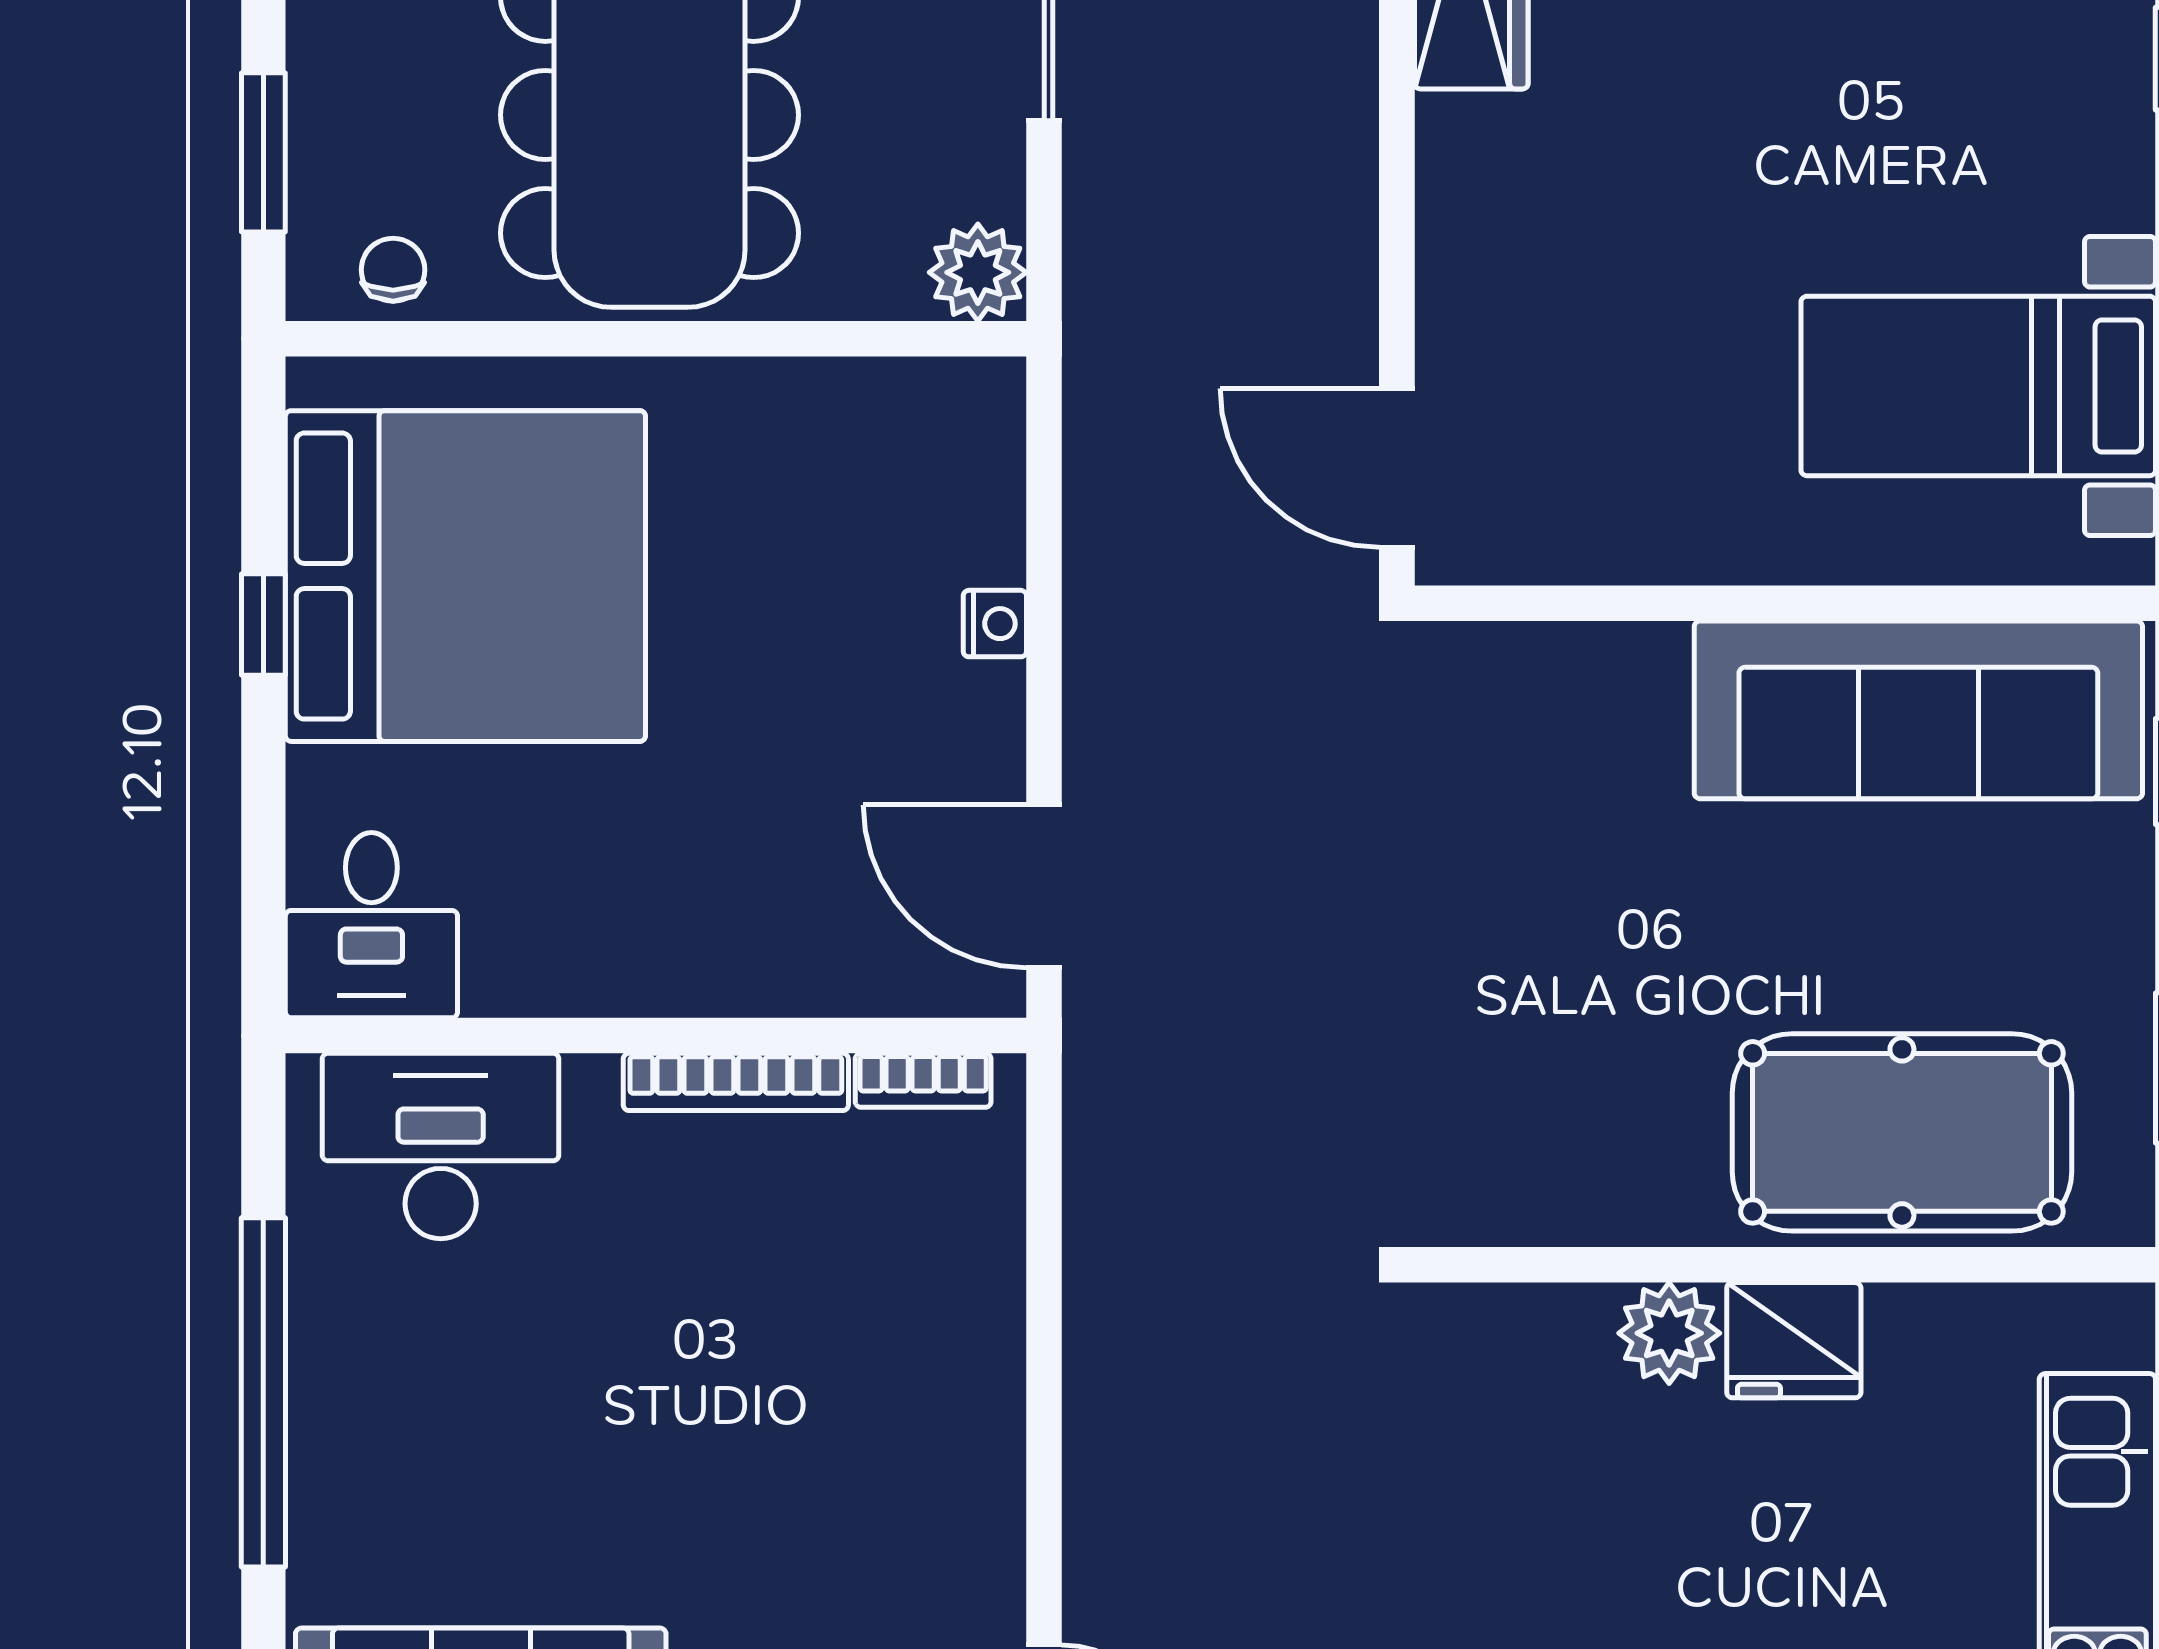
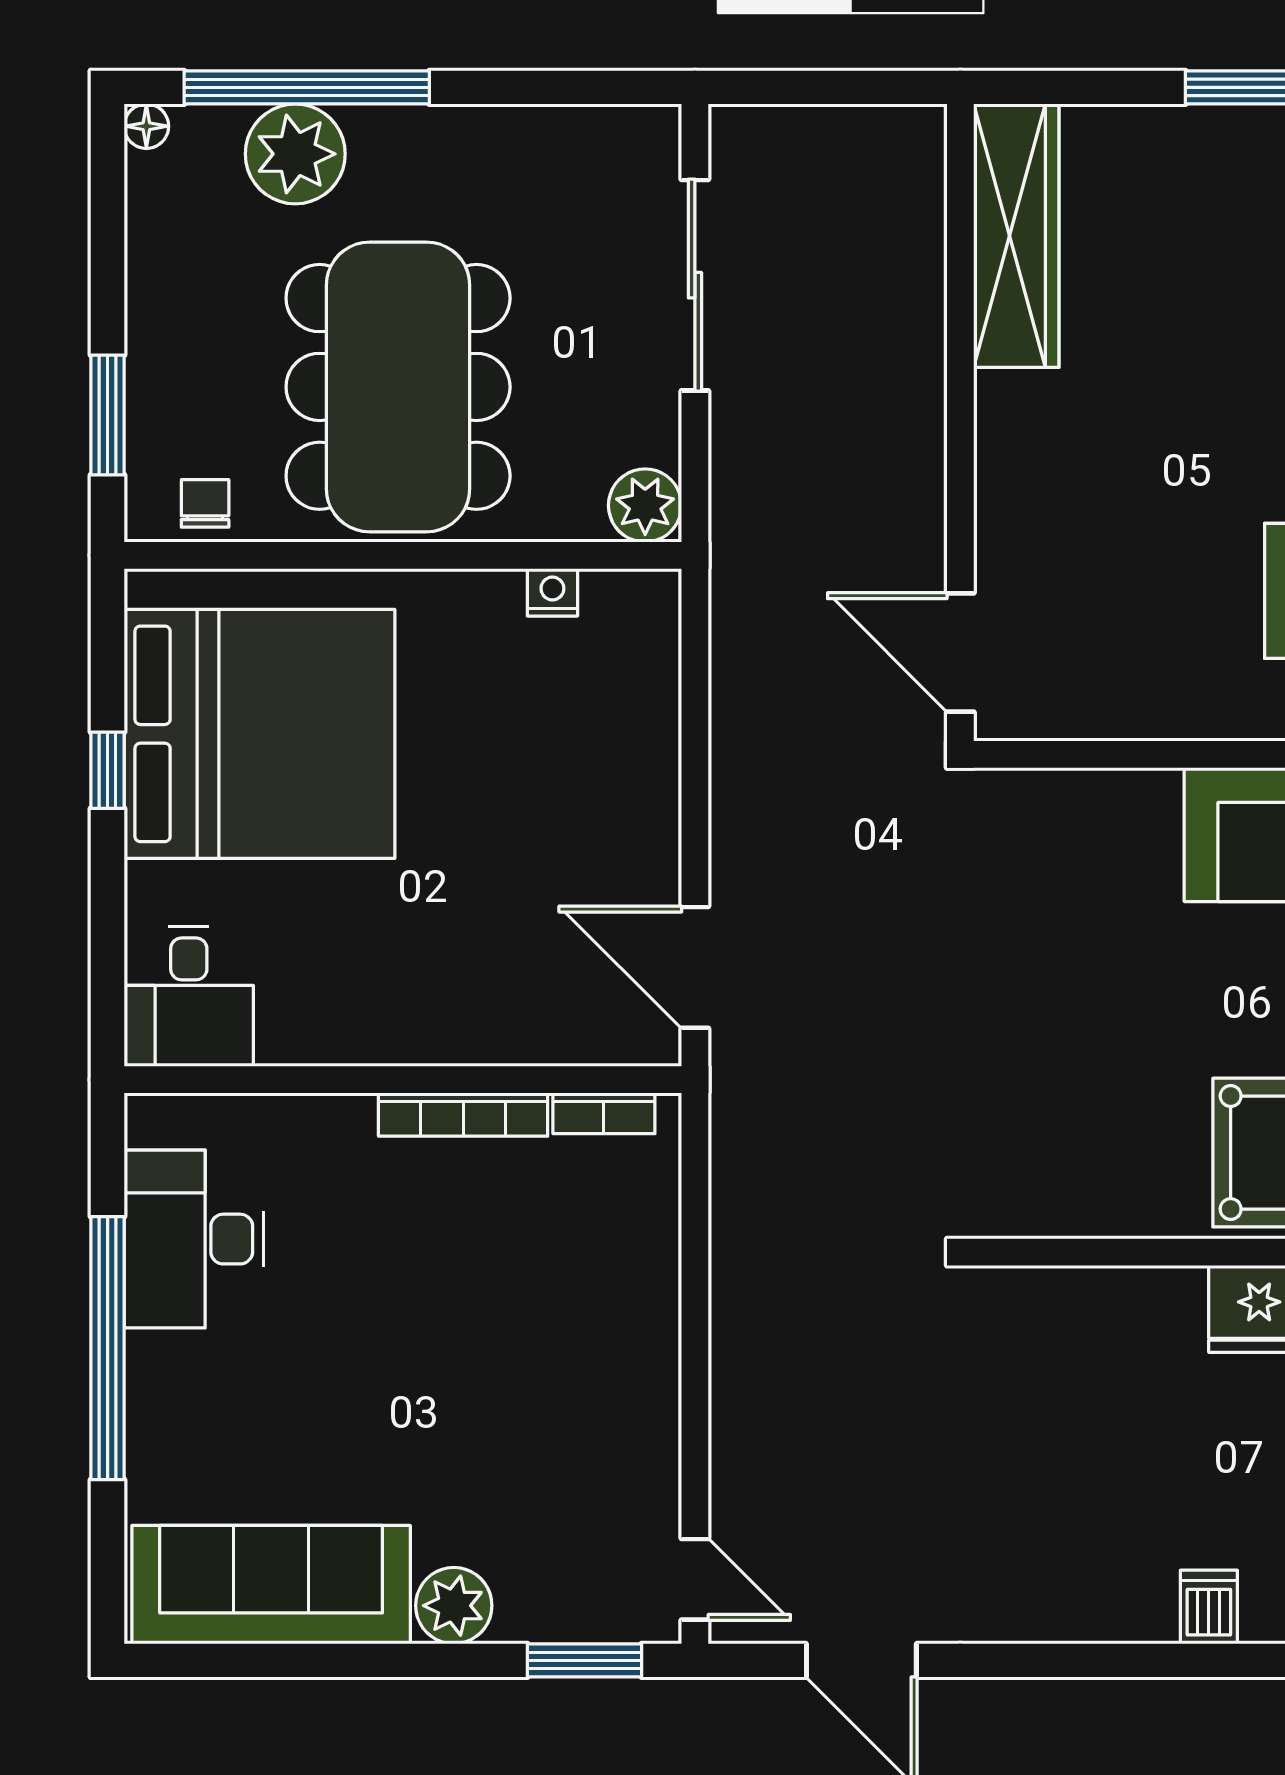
nightstand: (995, 624) -> (552, 592), moved, turned -90
desk: (441, 1146) -> (194, 1239), moved, turned -90
plant: (1669, 1333) -> (1165, 1304), removed

